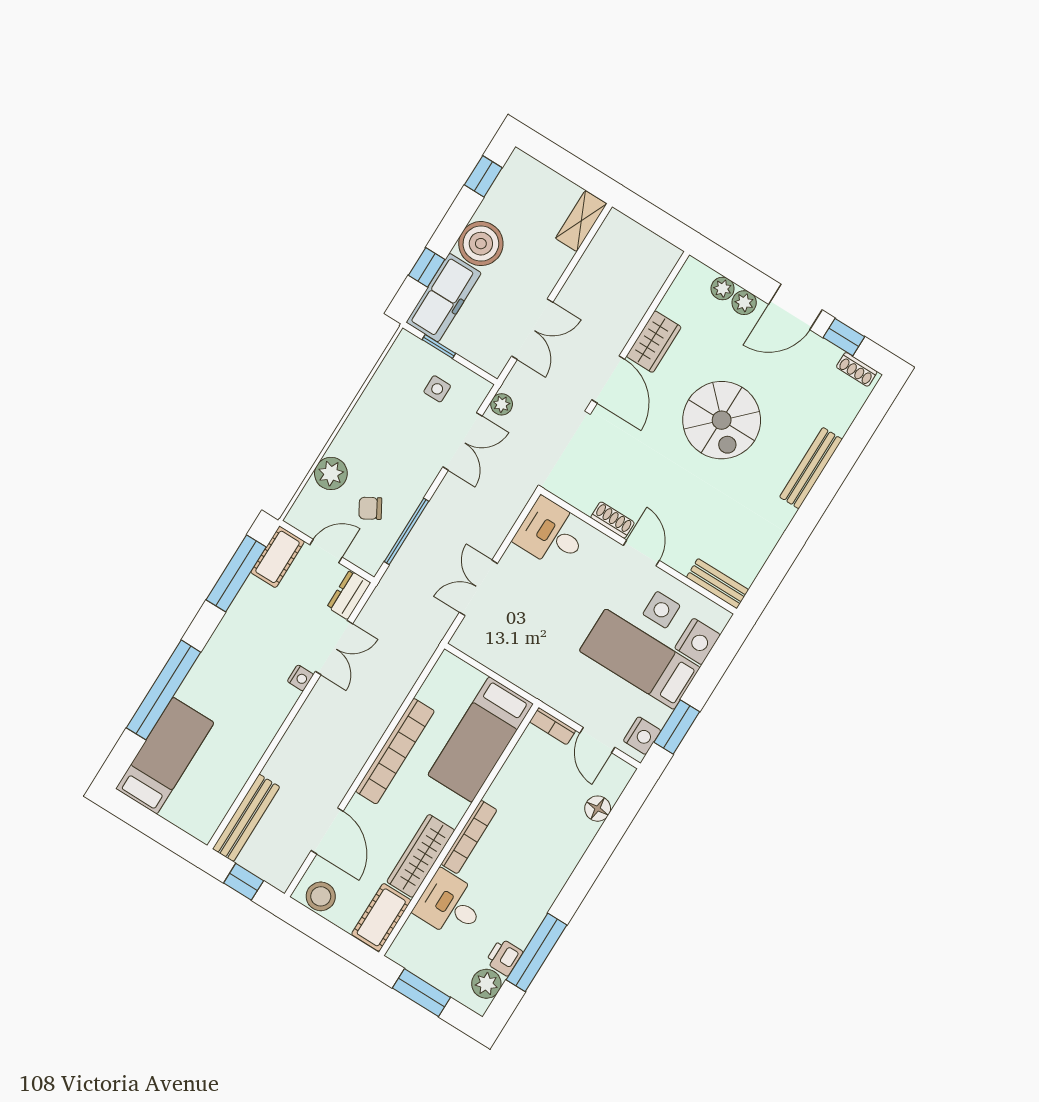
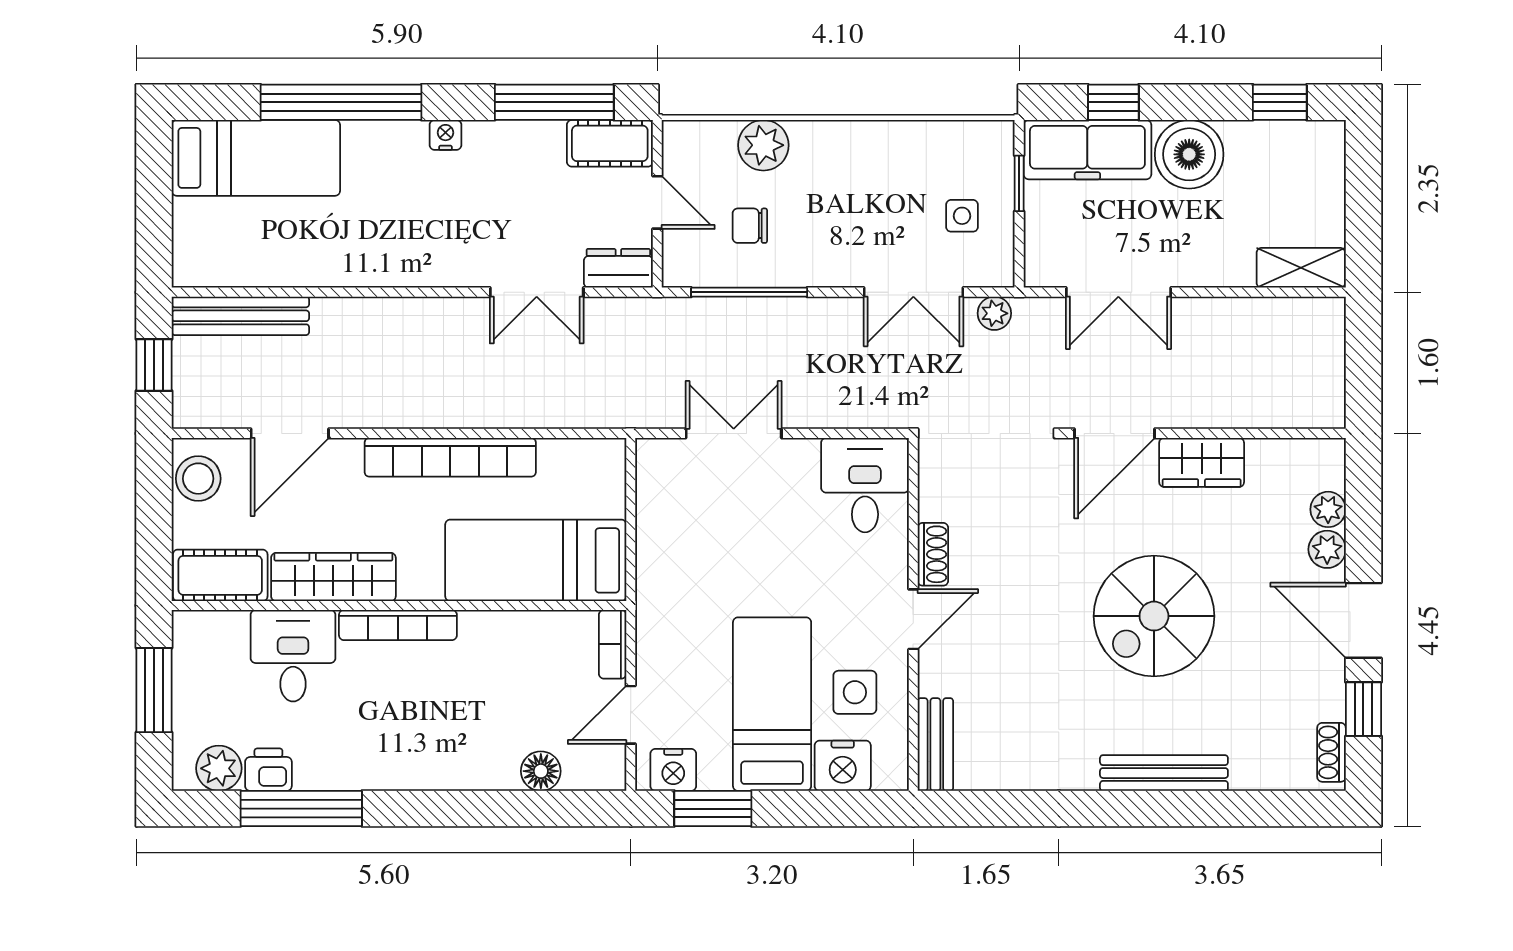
chair: (370, 508) -> (750, 226), turned -60
nightstand: (300, 678) -> (445, 135), moved, turned 180

